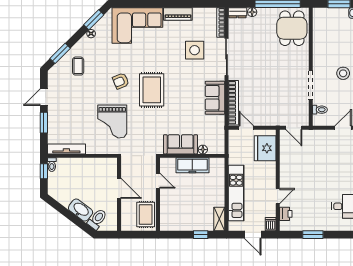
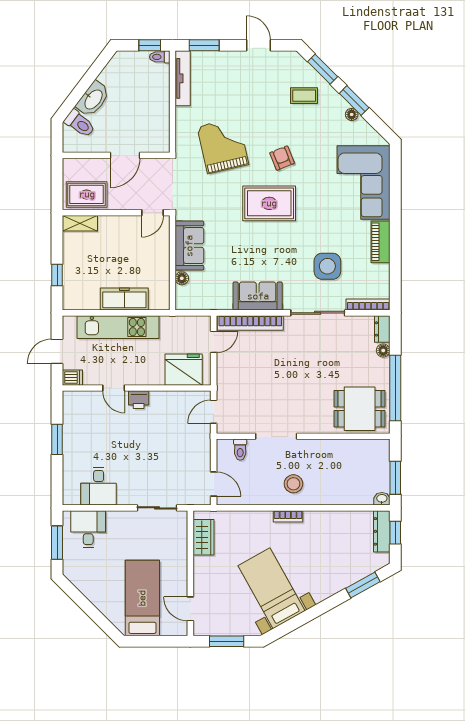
window: (94, 20) -> (354, 101), moved
grand piano: (112, 121) -> (223, 146), turned 77
window: (44, 123) -> (204, 45), moved
freezer: (192, 165) -> (124, 299), moved, turned 90
door: (158, 181) -> (152, 213), moved
printer: (286, 214) -> (139, 400), moved
shelving: (219, 219) -> (80, 223), moved

